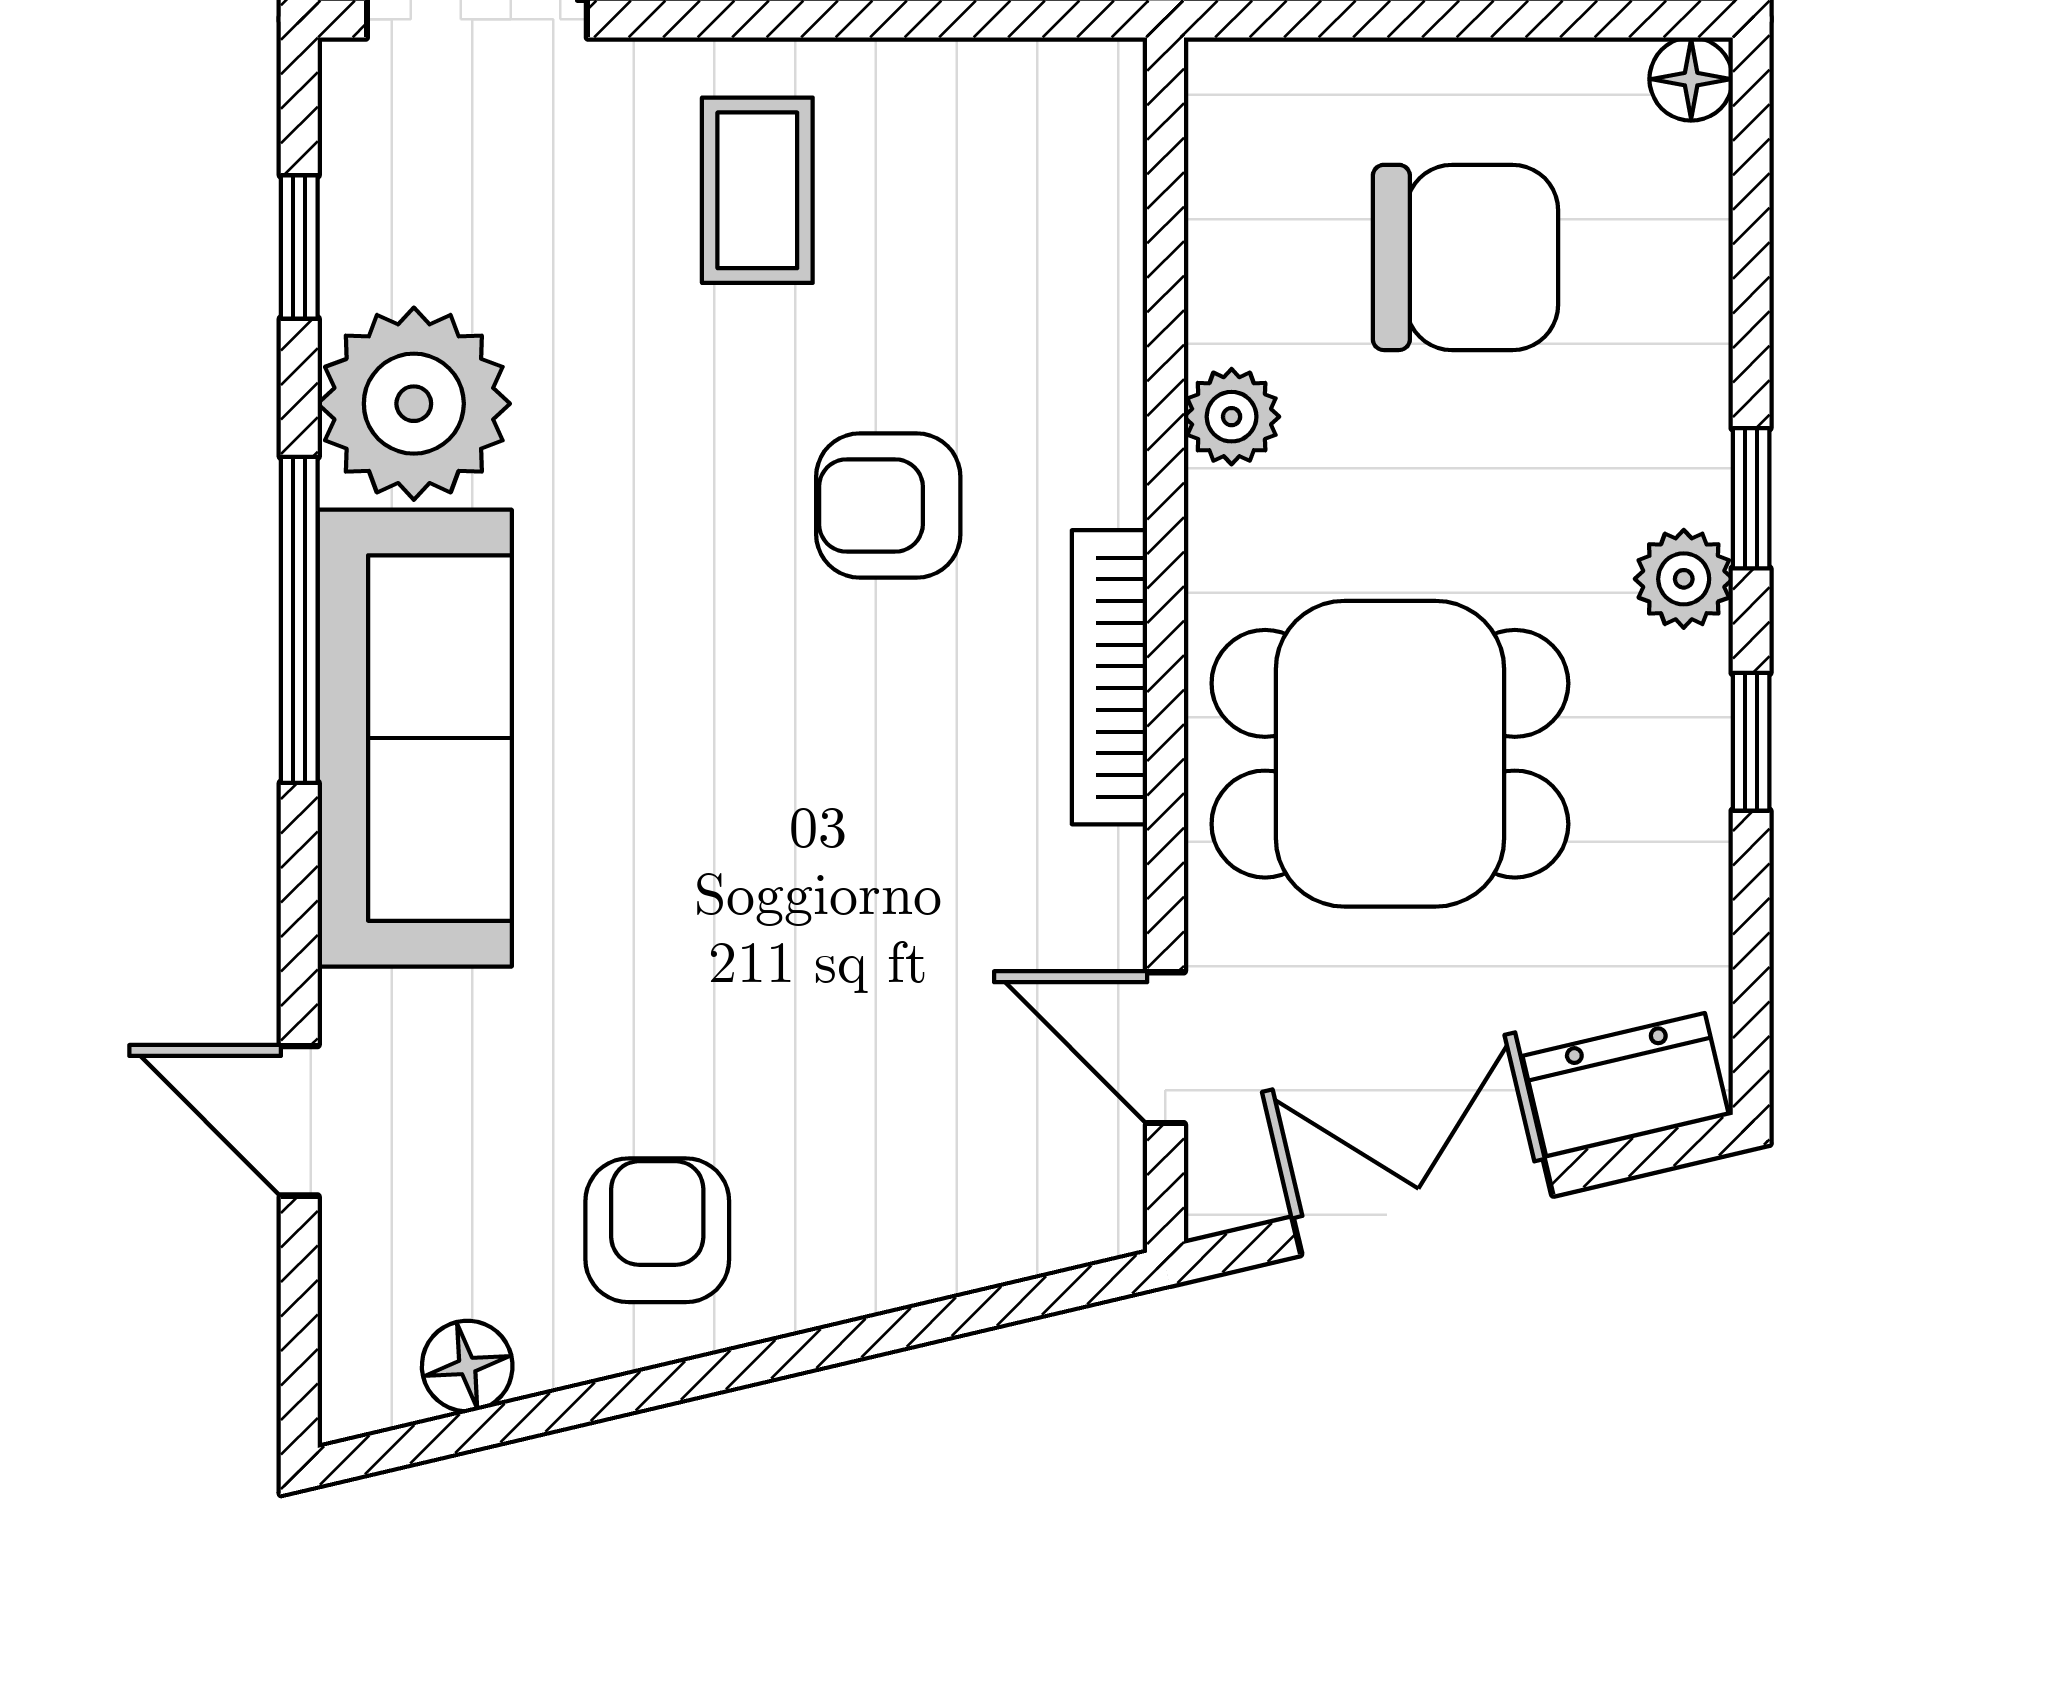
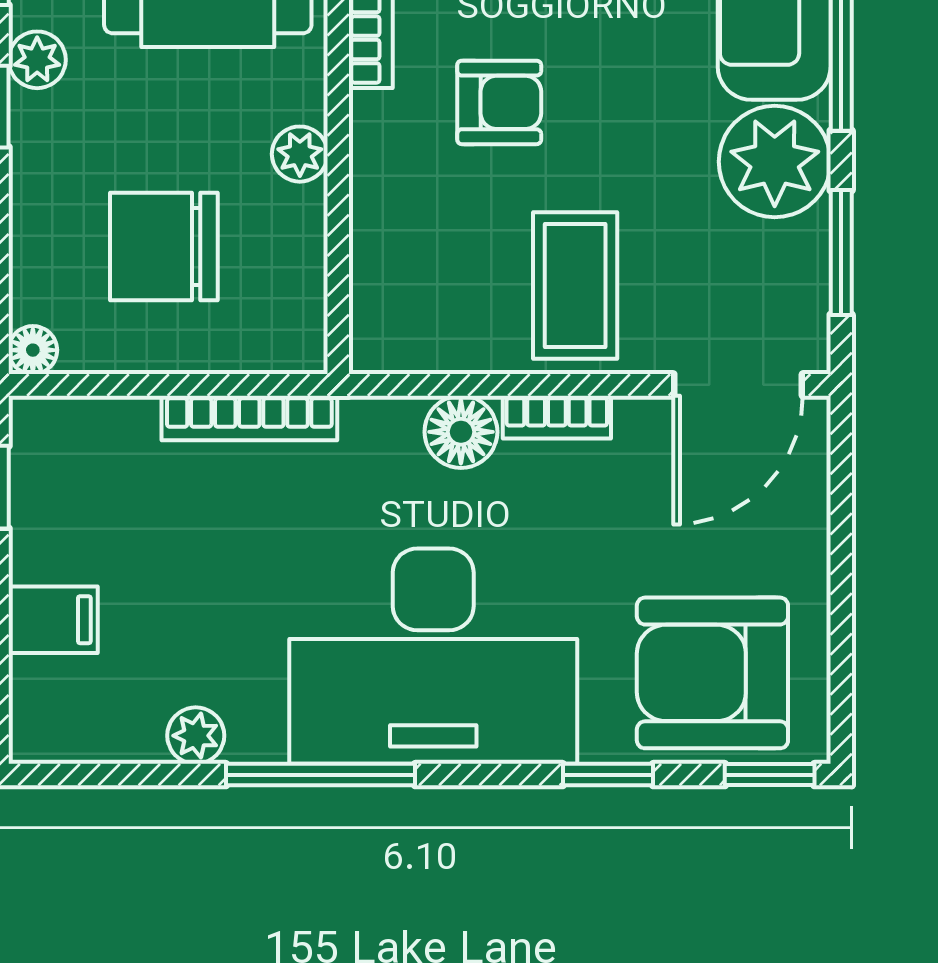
coffee table: (757, 190) -> (575, 285), width x1.36, depth x1.30
window: (299, 247) -> (841, 253), width x1.50

